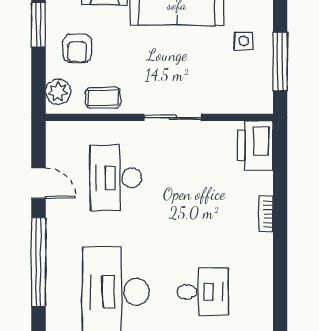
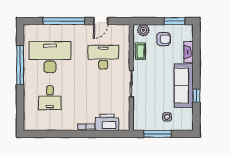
armchair: (77, 48) -> (164, 39), turned 180
printer: (255, 146) -> (107, 122), moved

